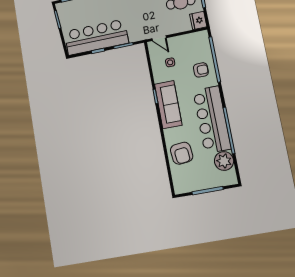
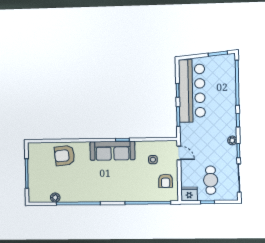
door: (159, 38) -> (179, 153), swing flipped
armchair: (201, 70) -> (166, 181), moved
bar counter: (212, 120) -> (91, 189), removed
plant: (224, 161) -> (55, 198), width x0.53, depth x0.53

